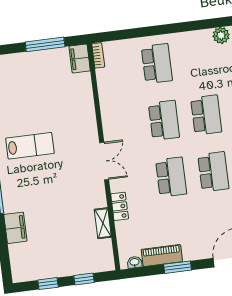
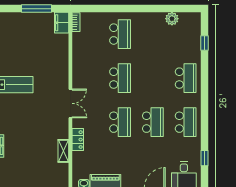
school desk: (206, 115) -> (153, 78), removed

